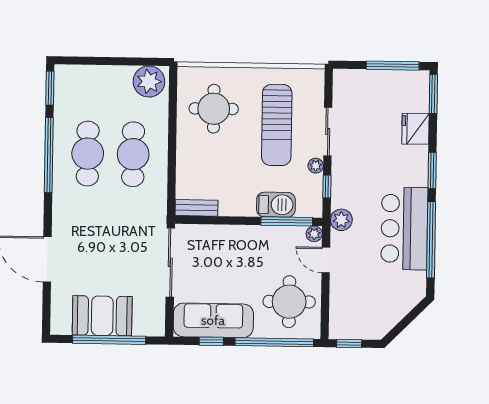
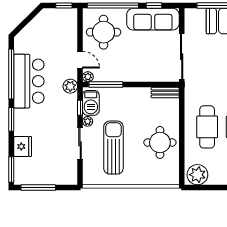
round table: (214, 109) -> (160, 142), moved
barbecue: (276, 205) -> (91, 103), moved, turned -90

